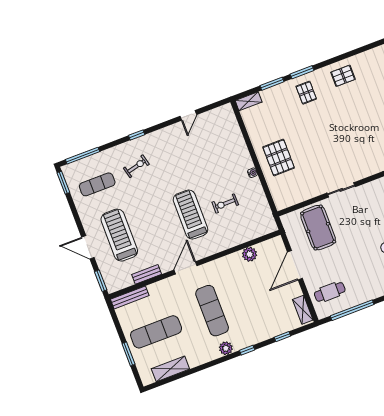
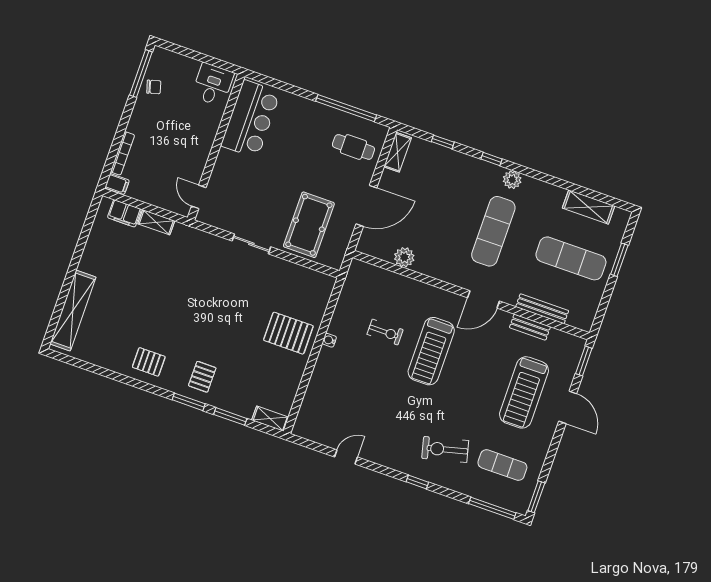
pallet: (279, 158) -> (288, 333), turned 90
exercise bike: (136, 166) -> (445, 449), width x1.38, depth x1.39
bench: (130, 297) -> (542, 309), moved

